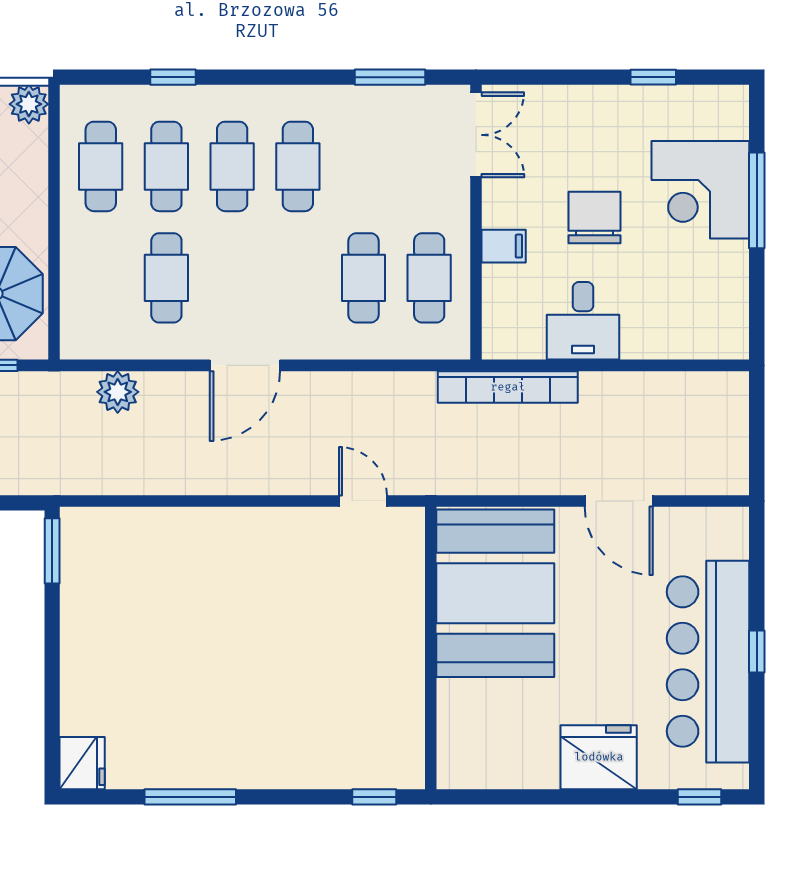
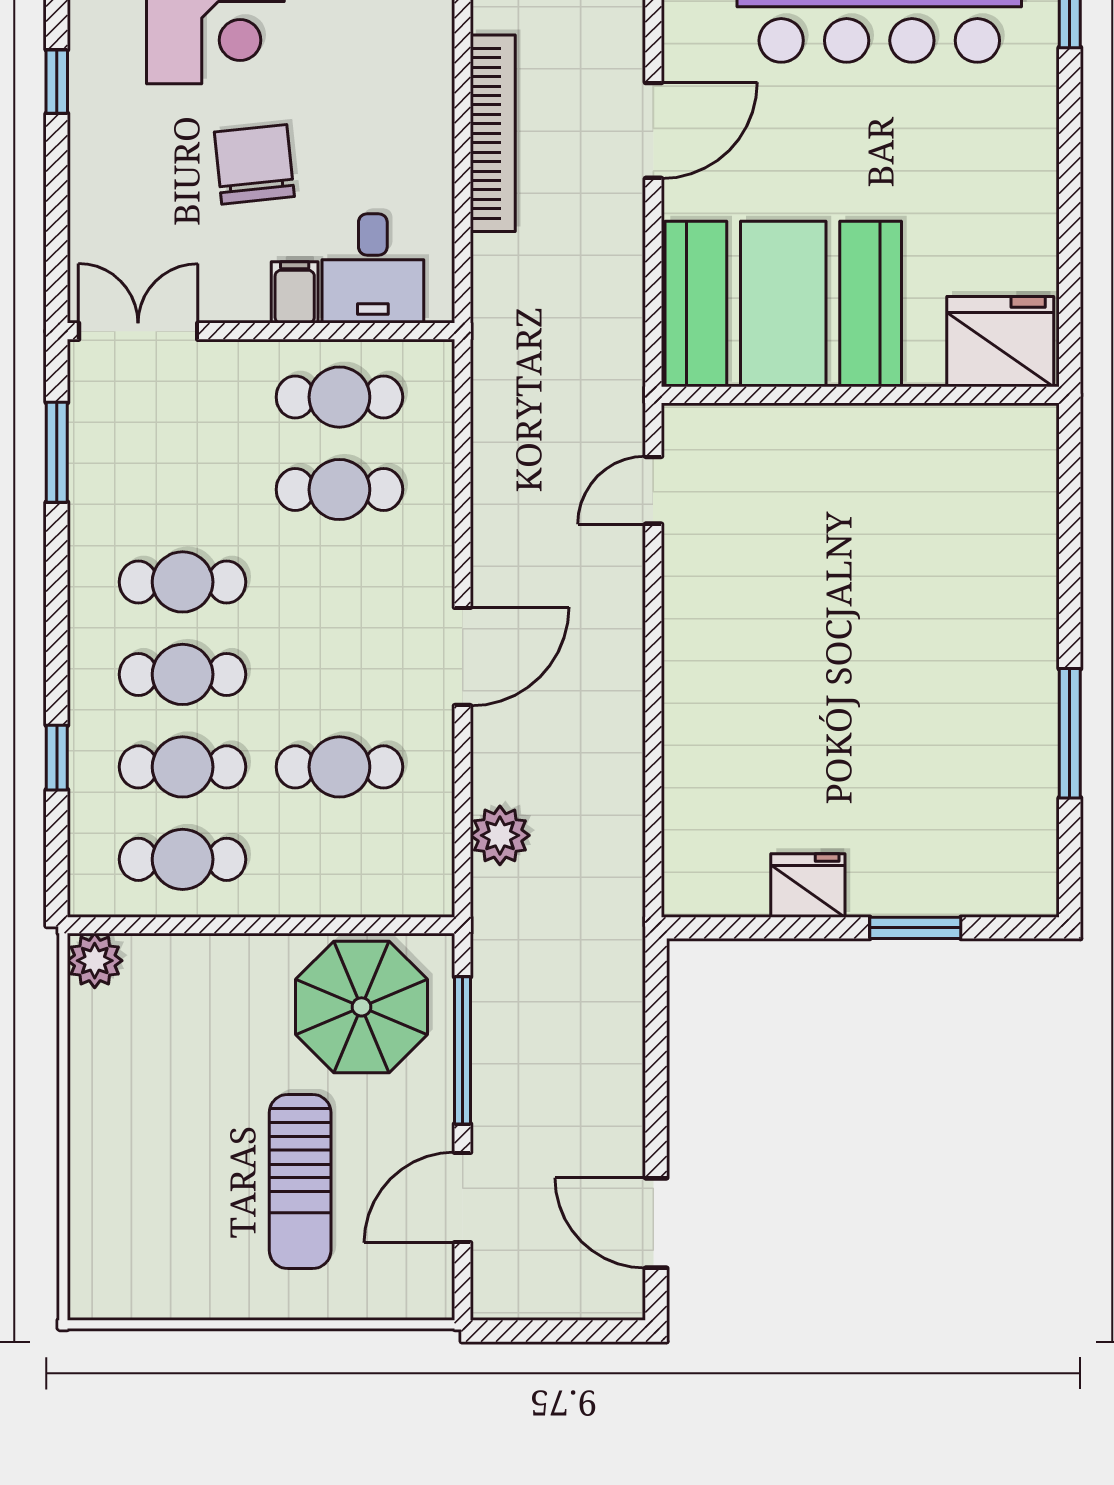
chair: (595, 217) -> (254, 164), turned 84
desk: (583, 321) -> (373, 268), moved, turned 90
door: (245, 365) -> (463, 656), hinge flipped
bookcase: (508, 387) -> (493, 133), moved
window: (52, 551) -> (915, 928), moved
fridge: (599, 757) -> (1000, 342), moved, turned 90
fridge: (82, 763) -> (808, 885), moved
window: (374, 797) -> (1070, 475), removed

